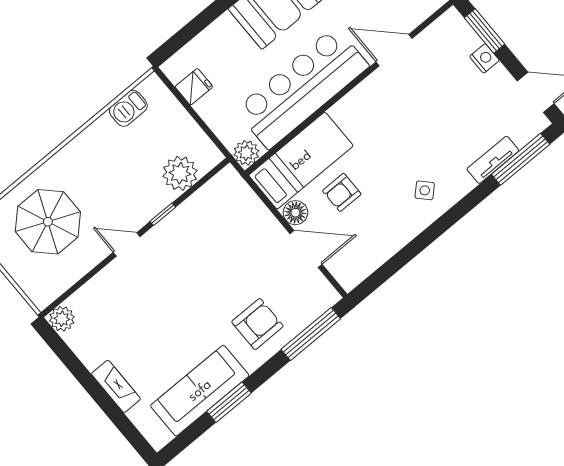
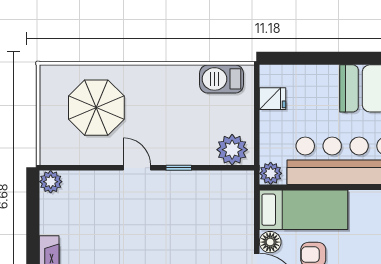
barbecue: (128, 108) -> (221, 79), width x1.38, depth x1.27
plant: (180, 173) -> (232, 150), moved

